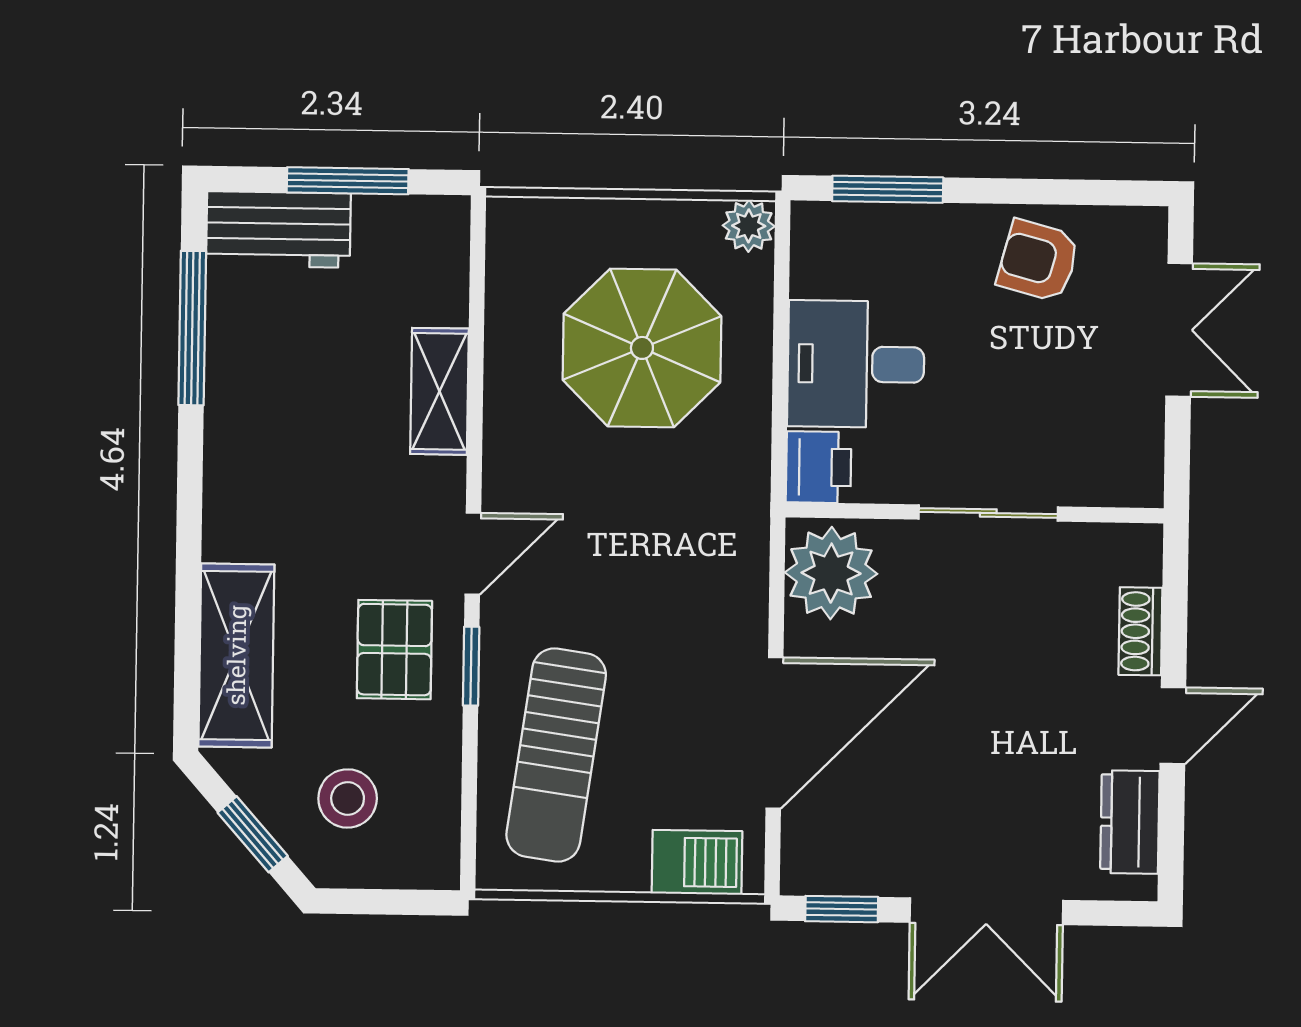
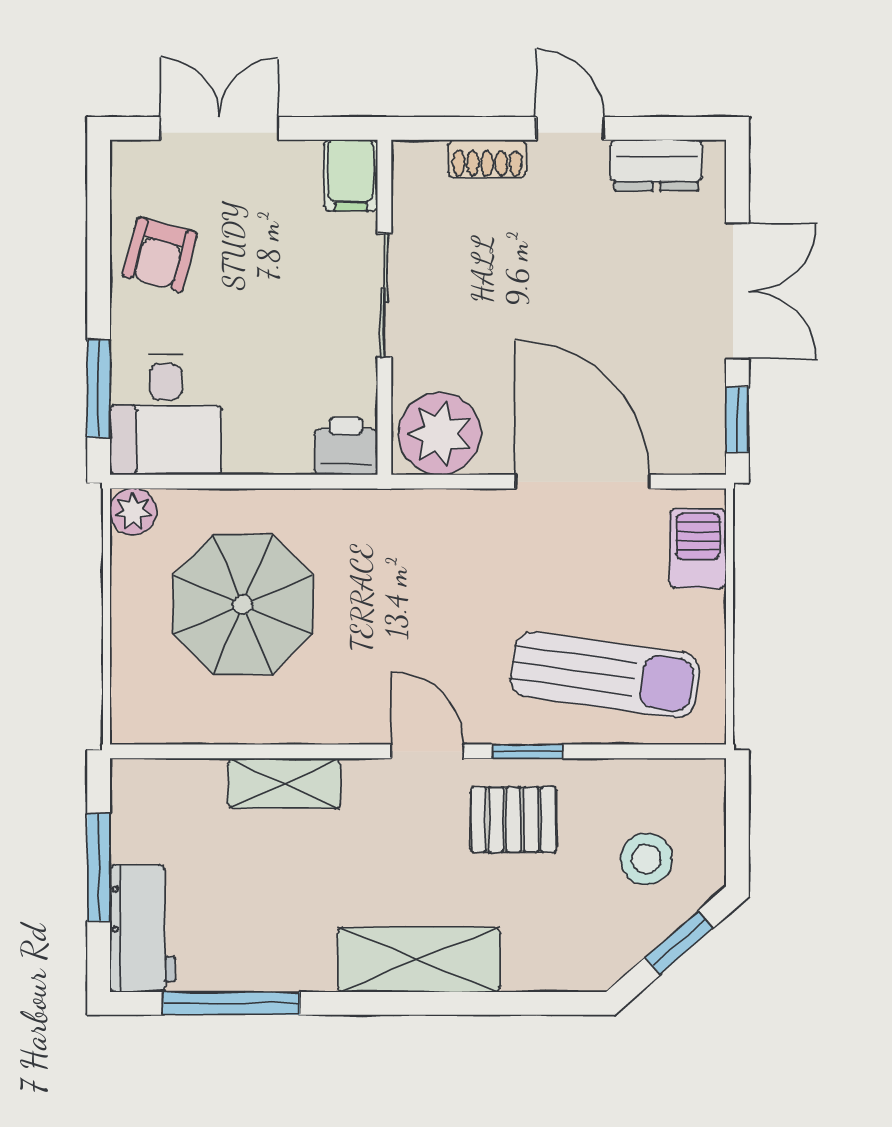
desk: (856, 364) -> (166, 415), moved
filing cabinet: (1124, 477) -> (351, 175), added
shelving: (236, 655) -> (419, 960), moved

